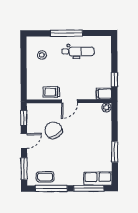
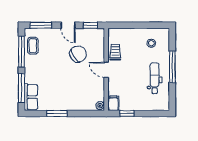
dental chair: (78, 51) -> (155, 78), turned 180

